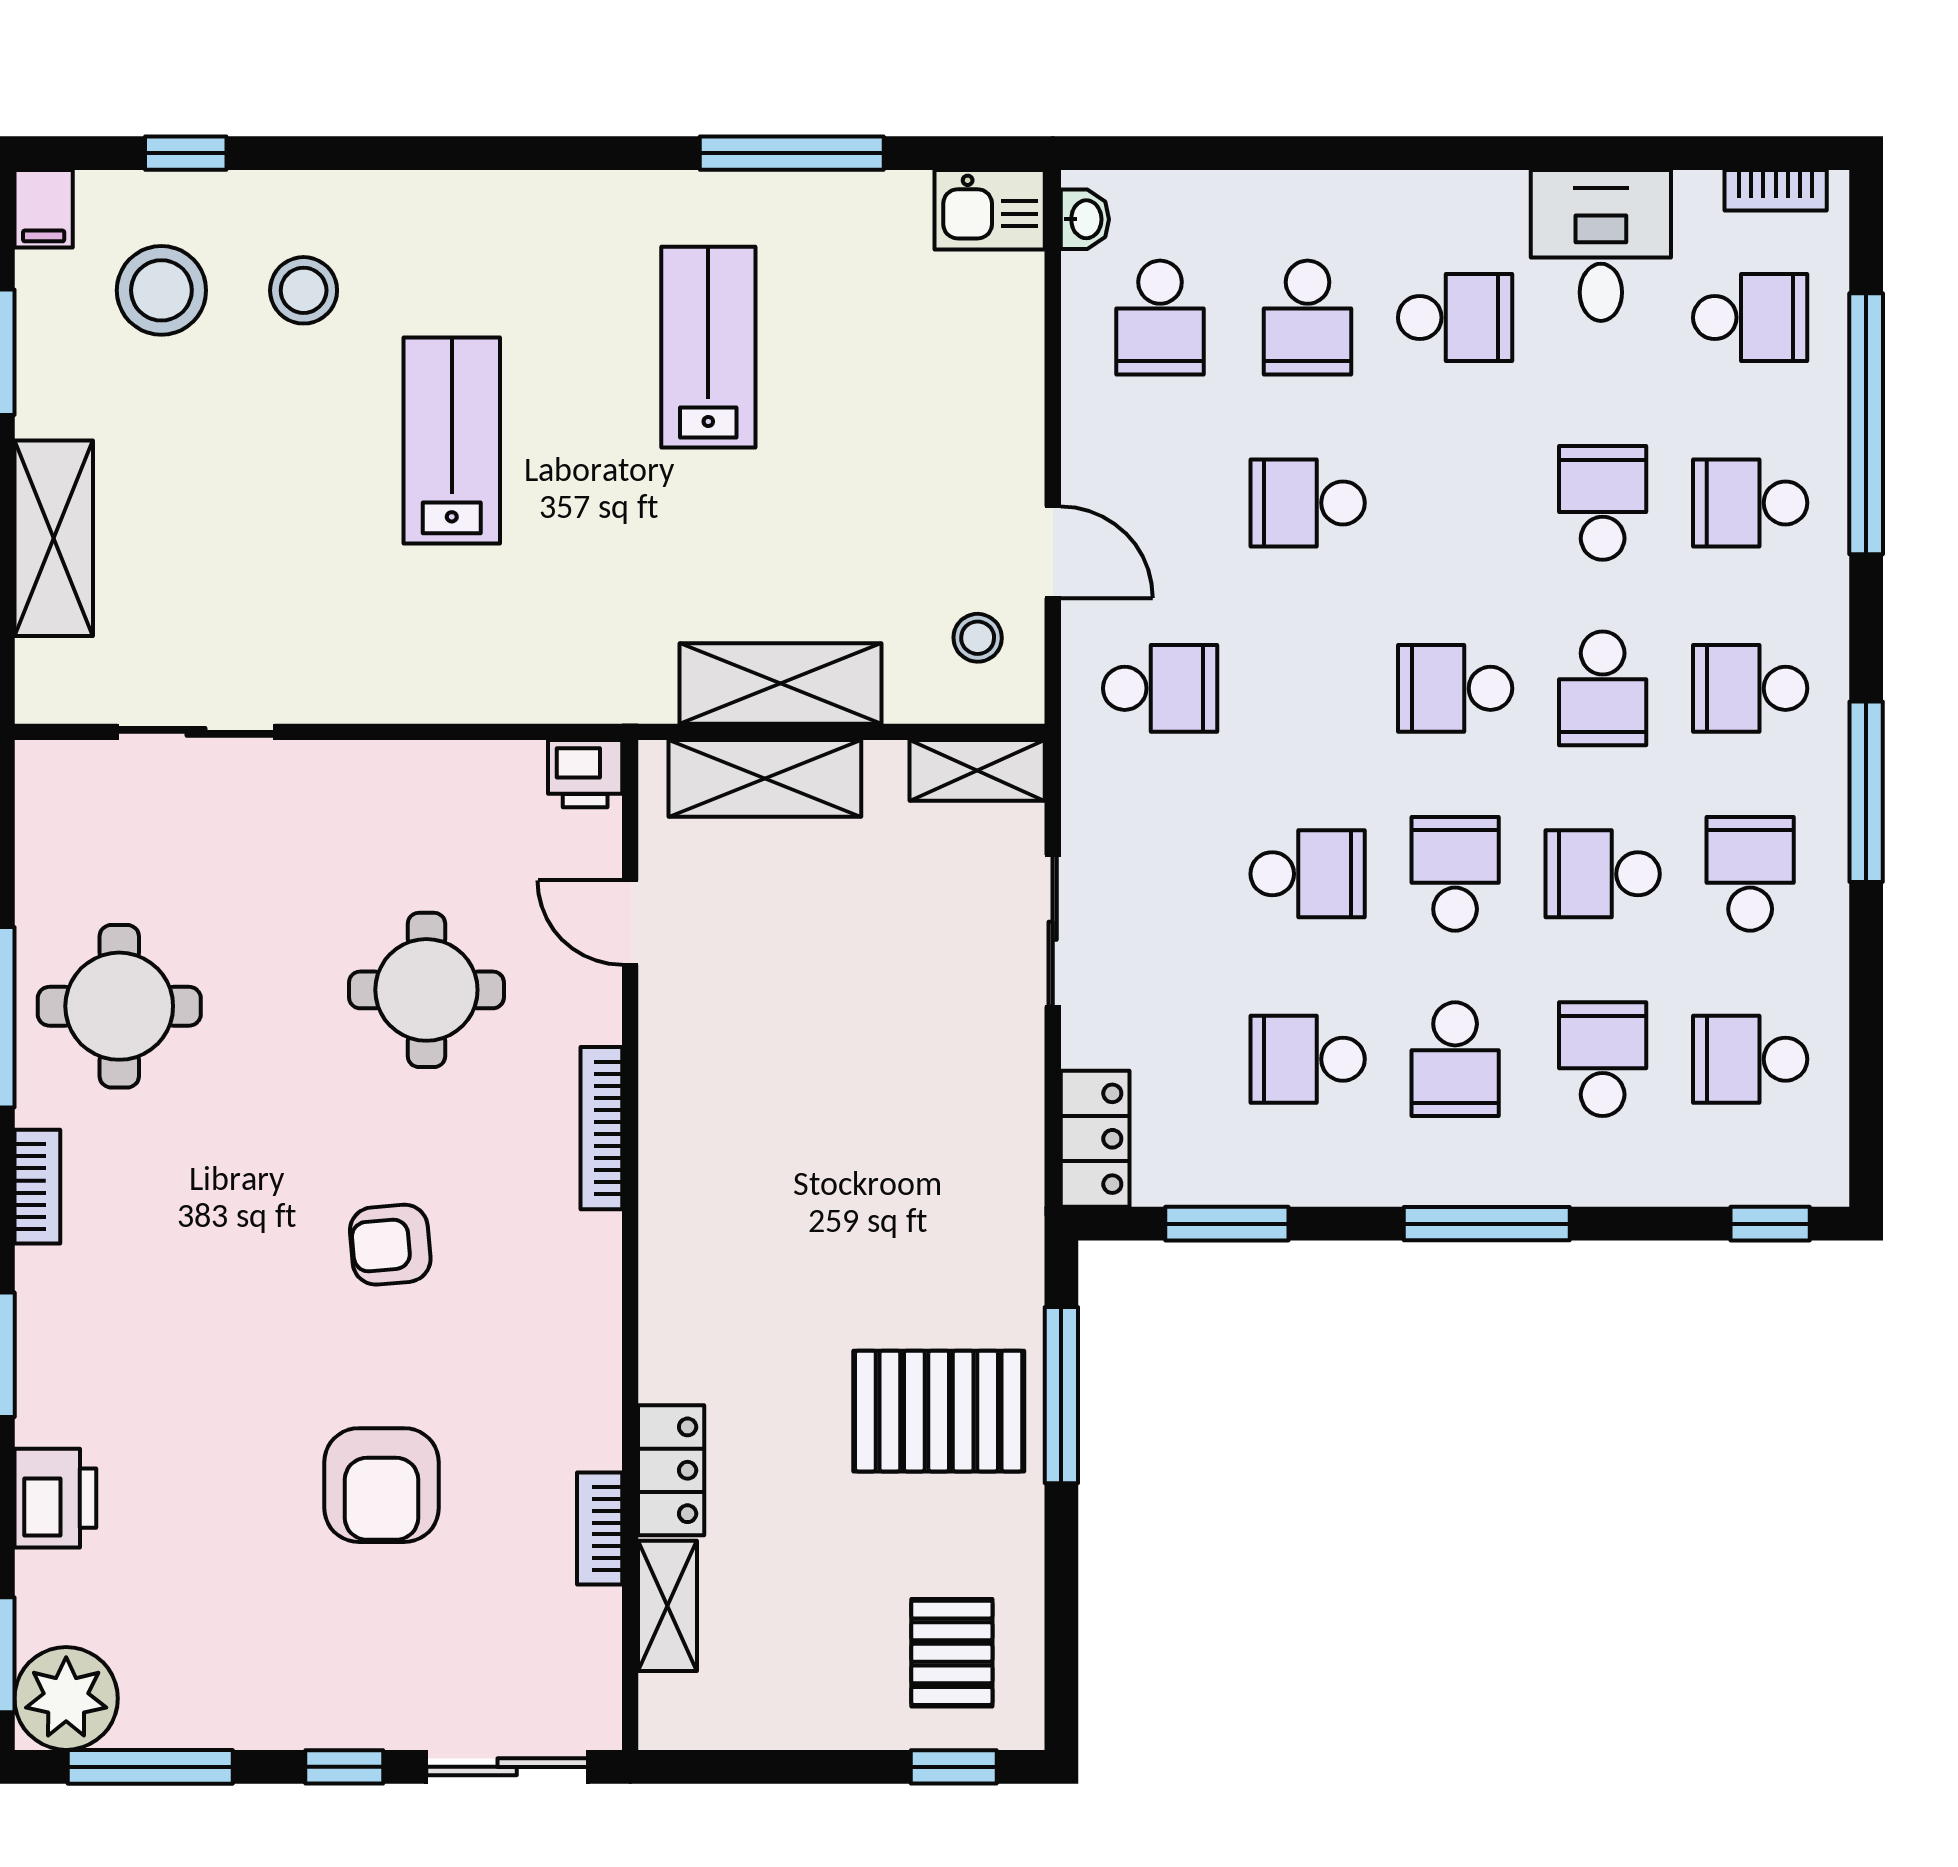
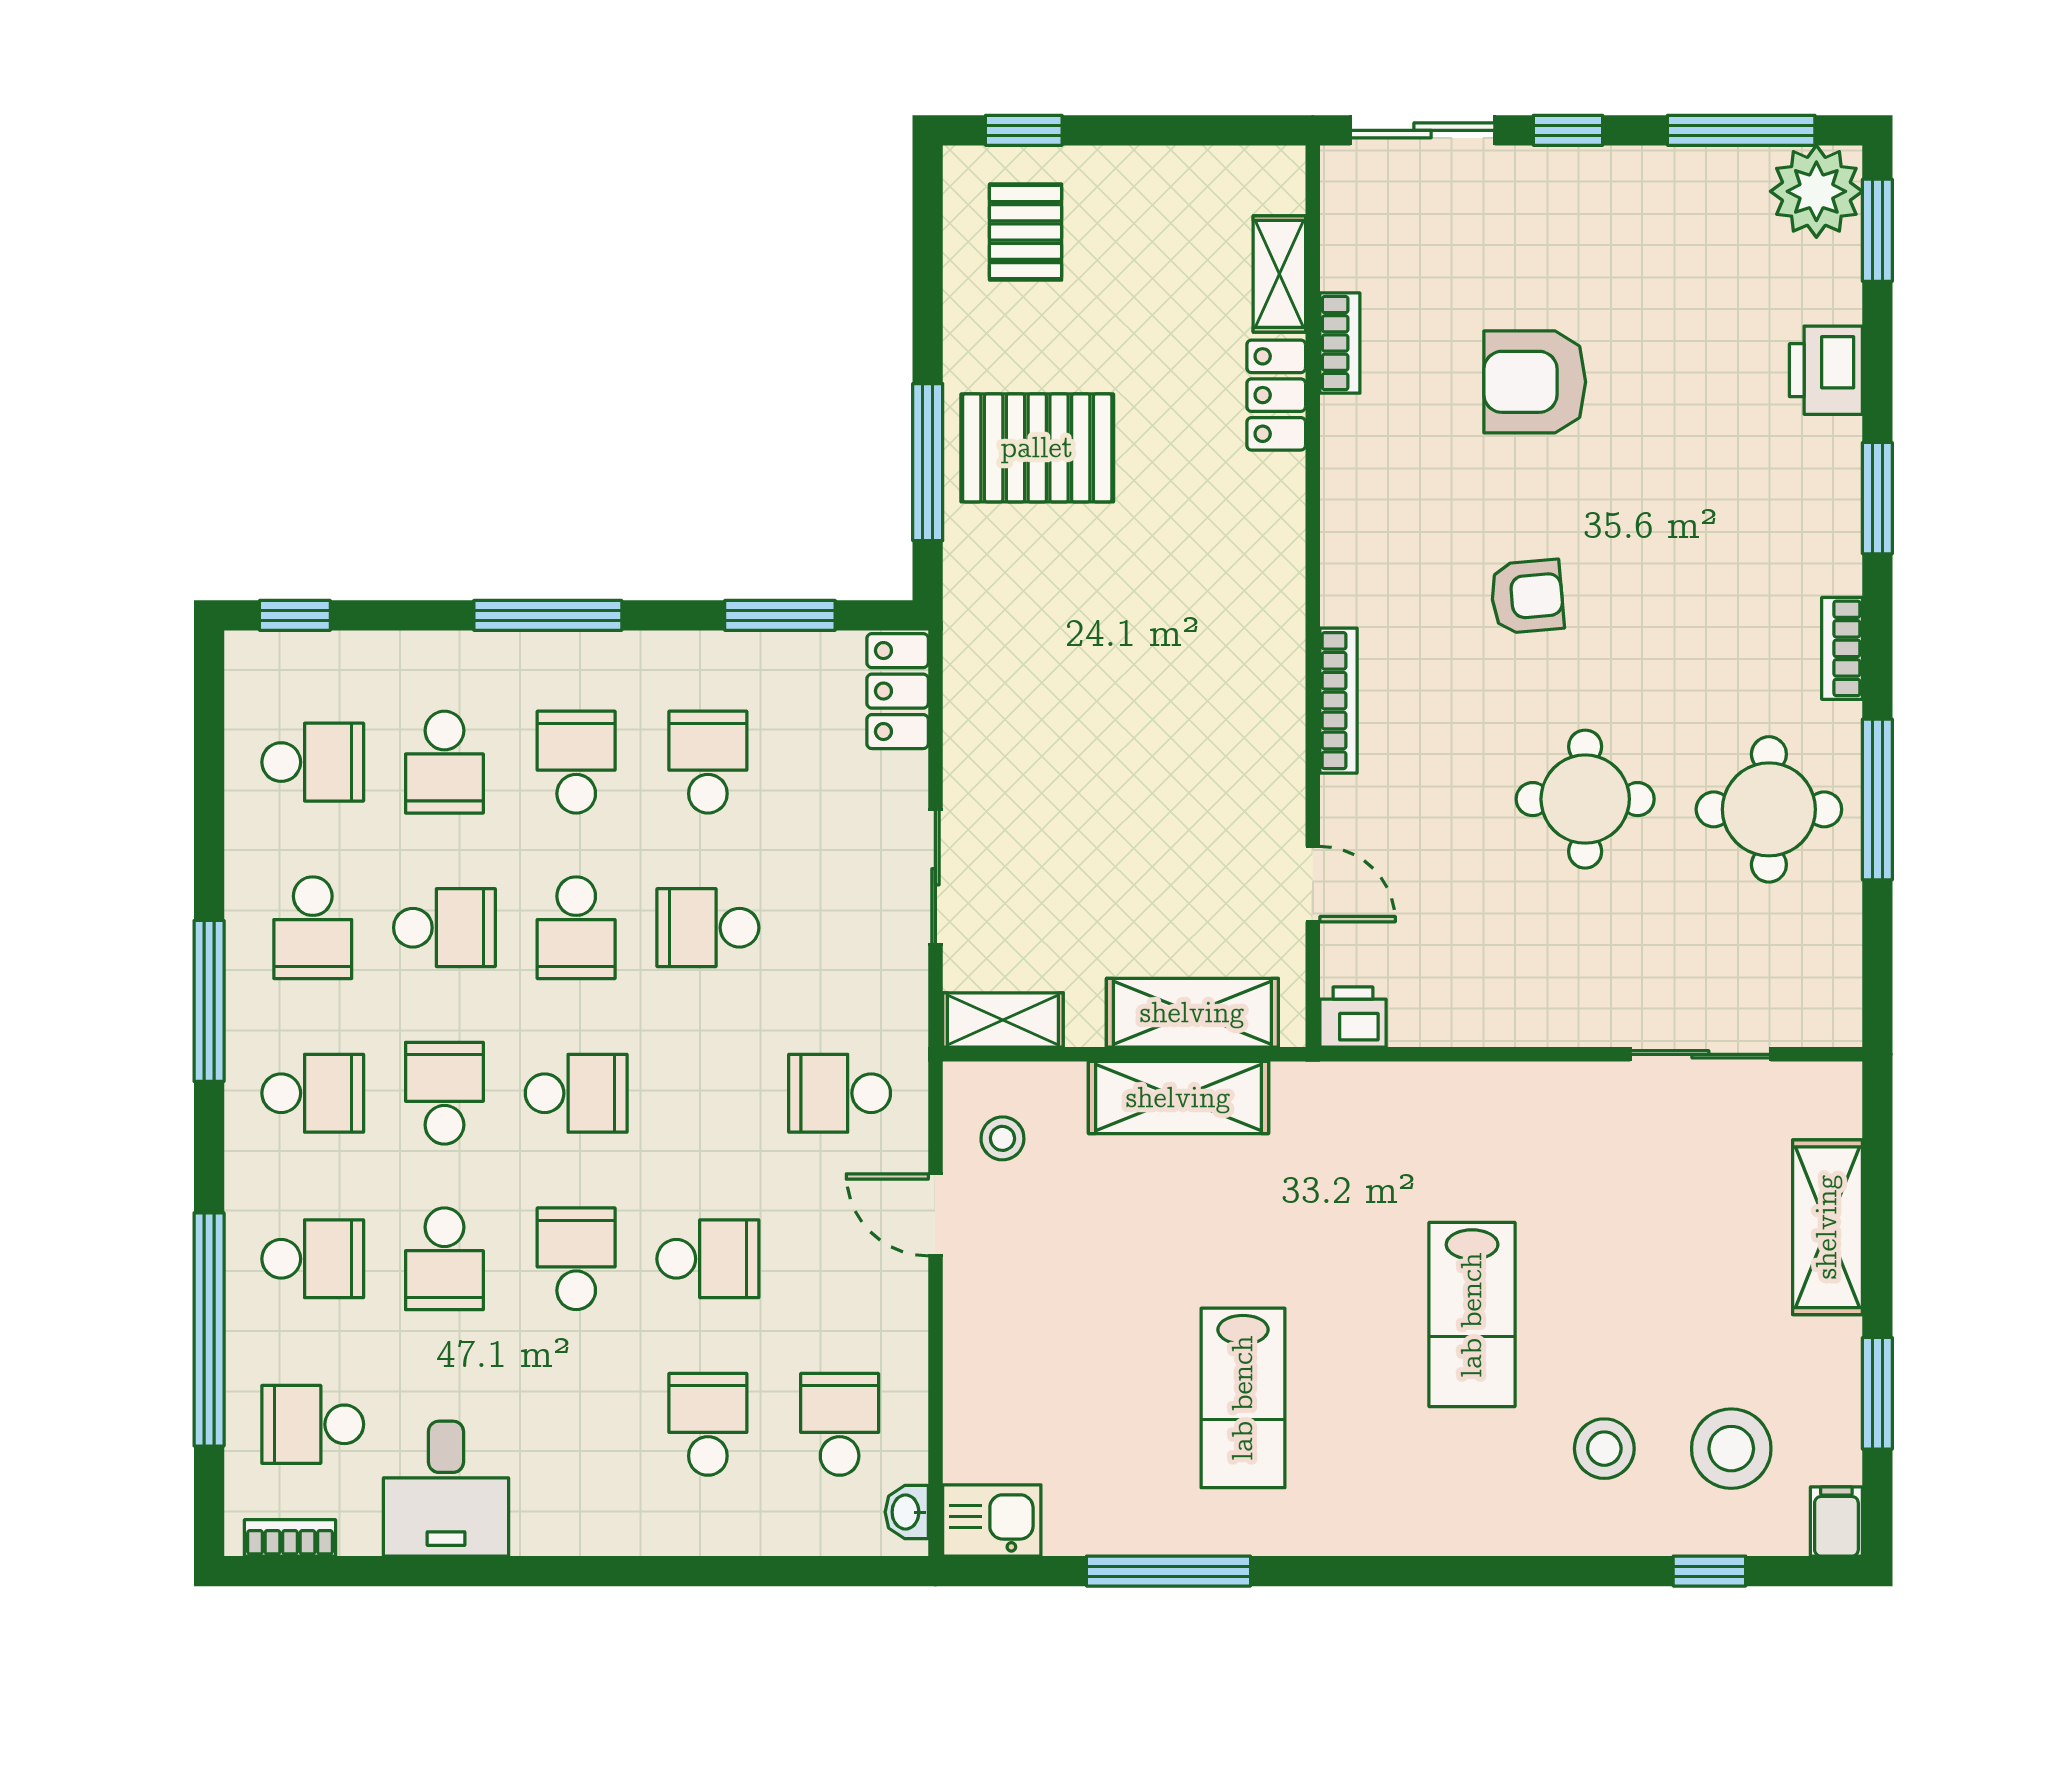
school desk: (1455, 318) -> (576, 1259), moved, turned 90
round table: (426, 990) -> (1585, 799), moved
school desk: (1308, 1059) -> (708, 762), turned -90
armchair: (381, 1485) -> (1535, 382), turned -90

